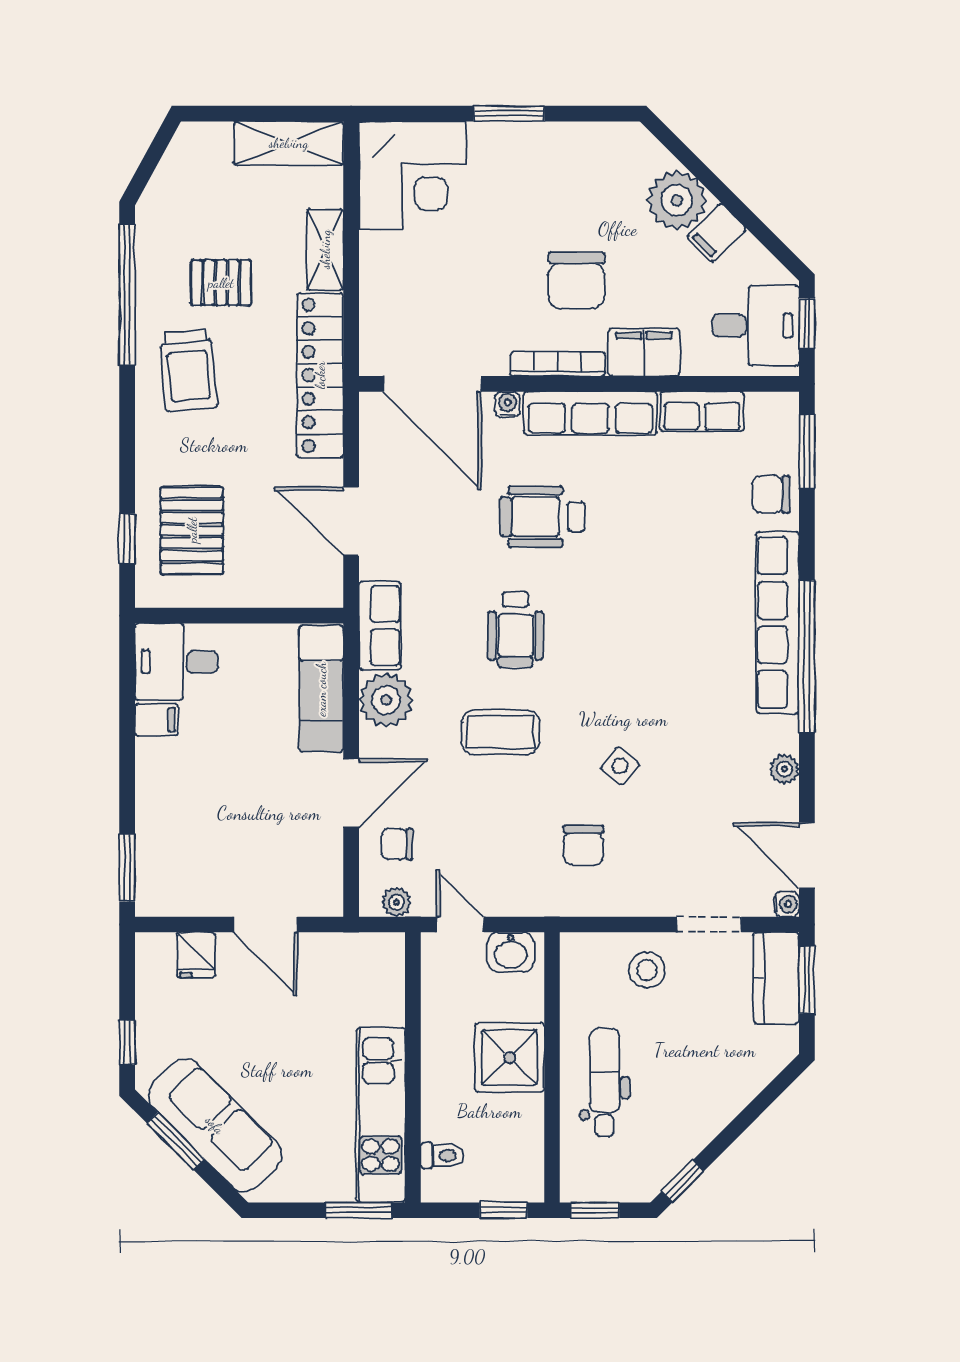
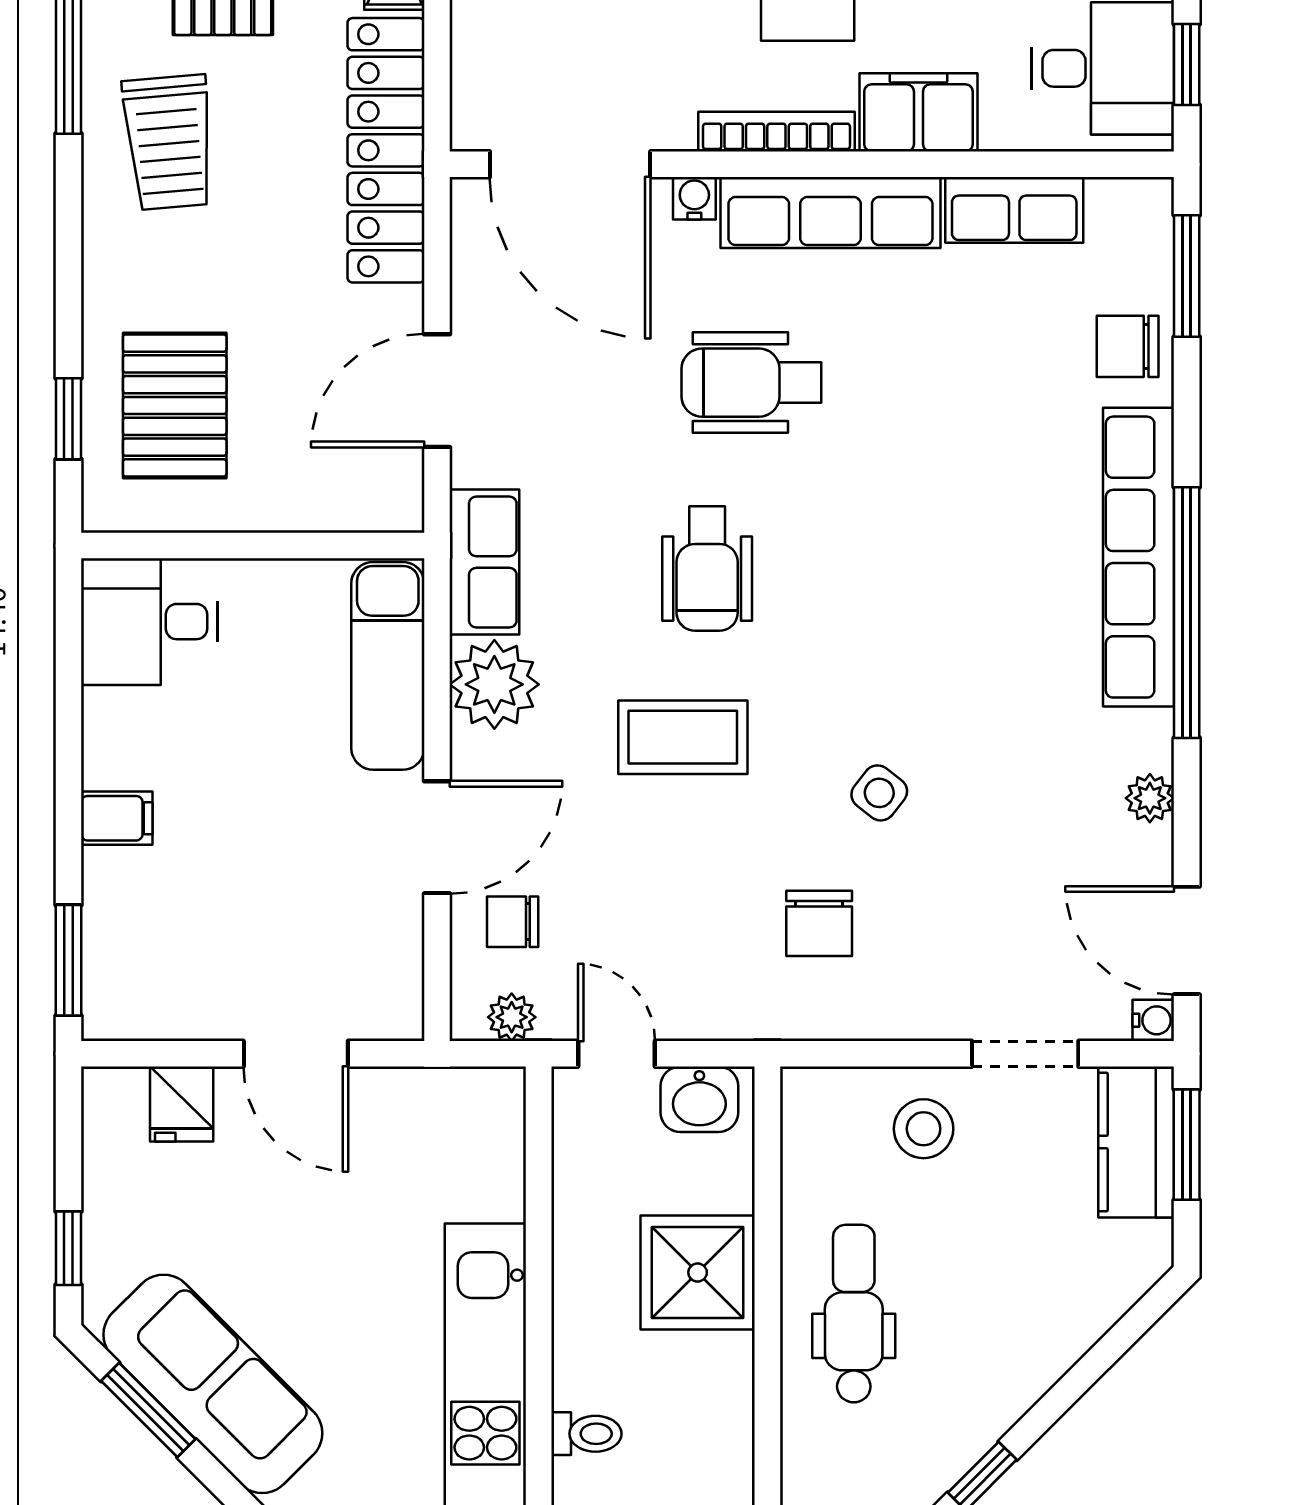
door: (351, 521) -> (437, 391), hinge flipped
filing cabinet: (157, 720) -> (117, 818), moved

